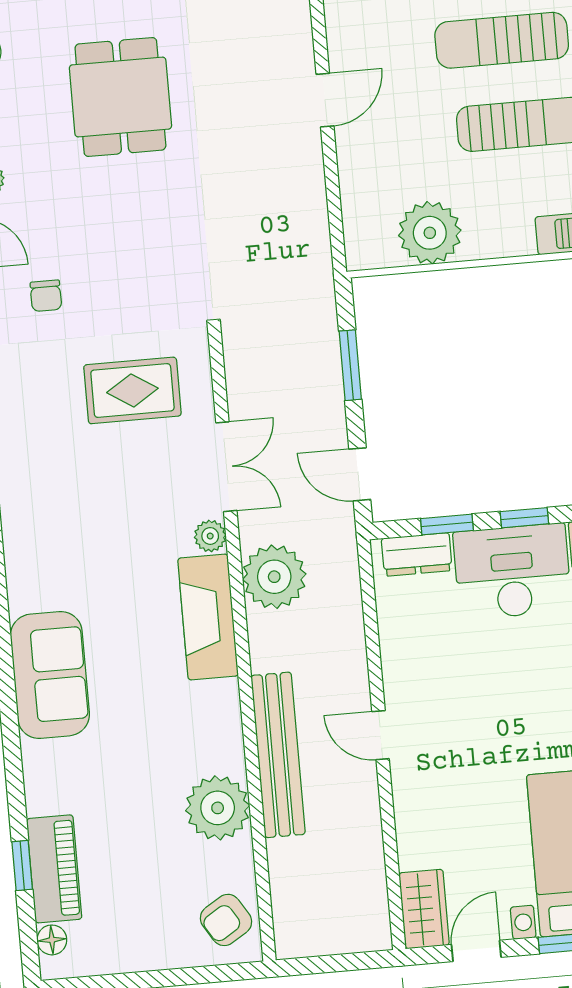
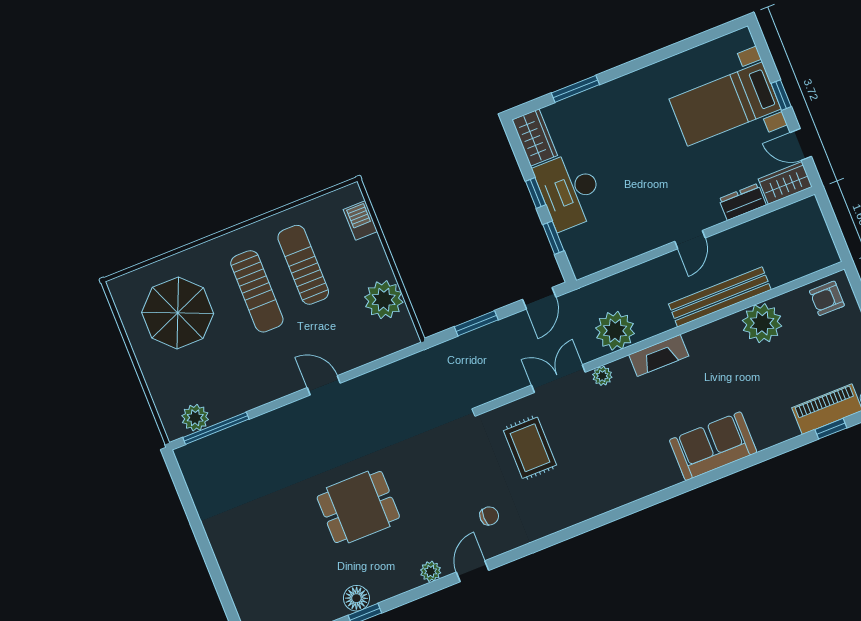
dresser: (417, 554) -> (743, 202), moved, turned -90
fireplace: (208, 617) -> (659, 355), width x0.73, depth x0.76
armchair: (226, 920) -> (827, 298), turned 122

